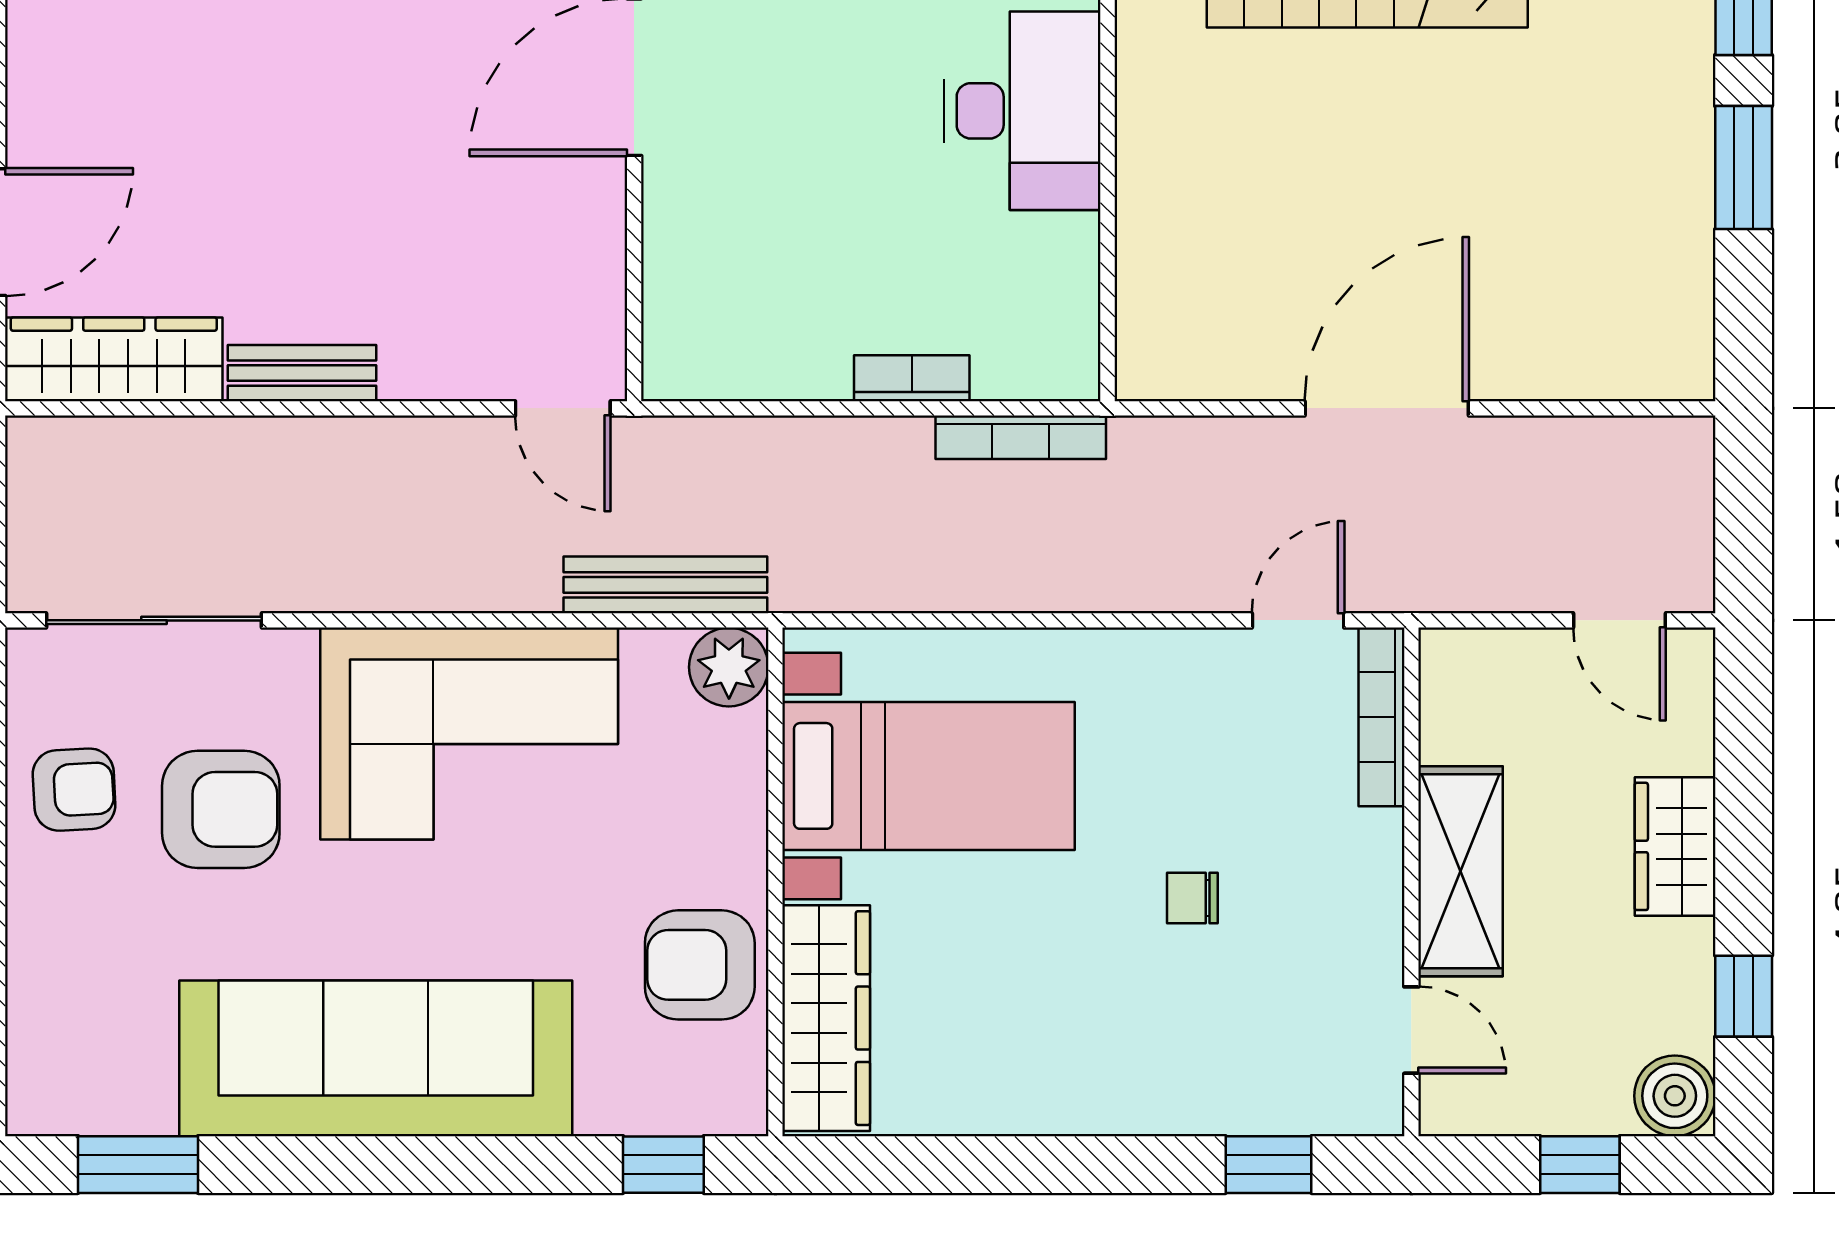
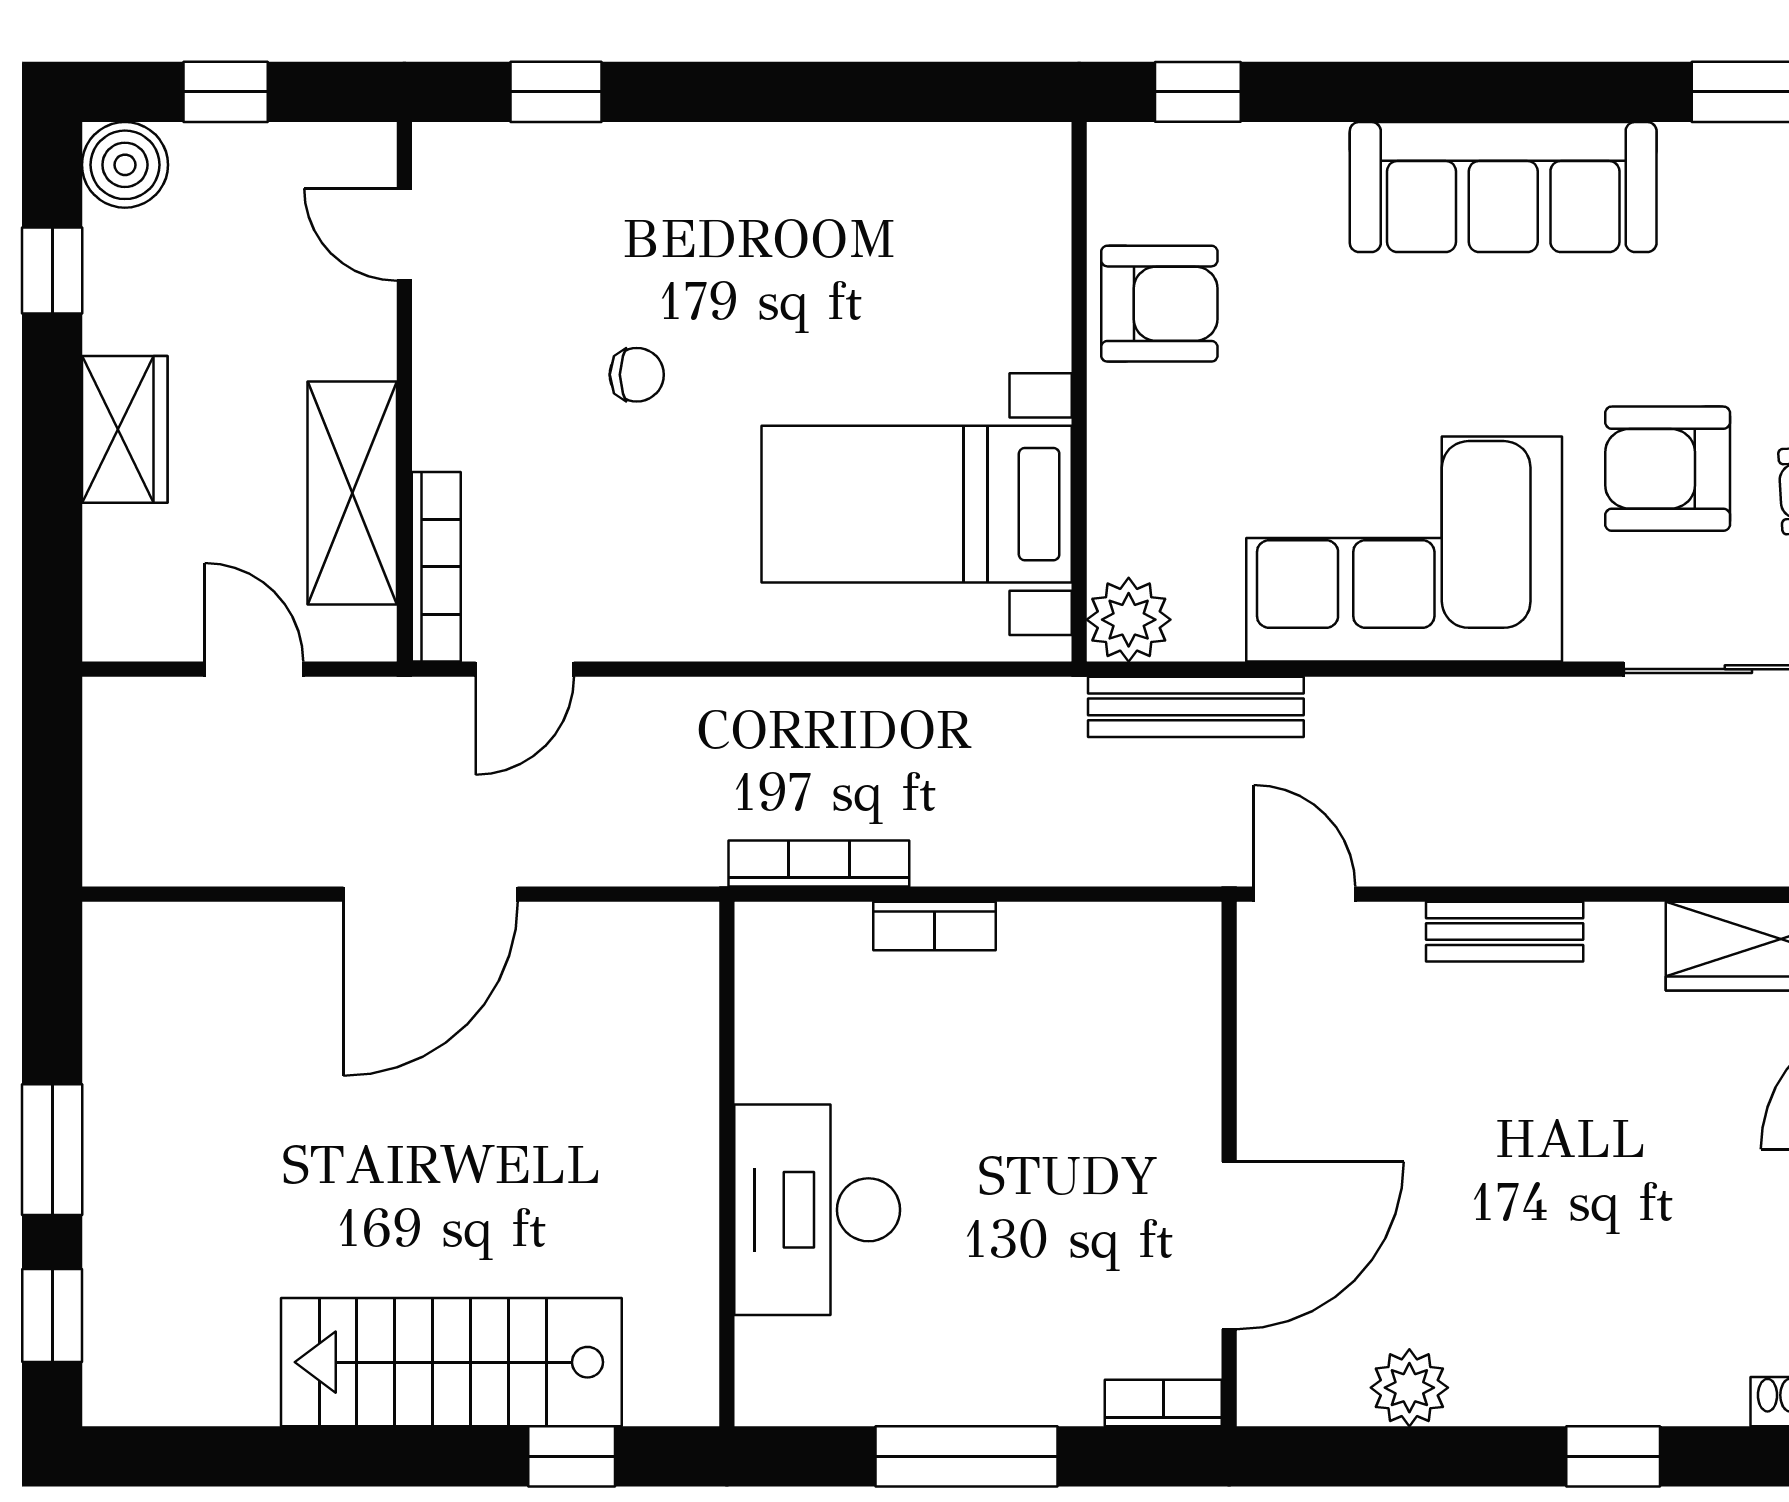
bench: (302, 373) -> (1505, 932), moved
door: (1620, 620) -> (254, 669), moved
shelving: (1461, 871) -> (352, 493), moved
wardrobe: (826, 1018) -> (1025, 247), removed
sofa: (376, 1058) -> (1503, 187), width x0.74, depth x0.79

